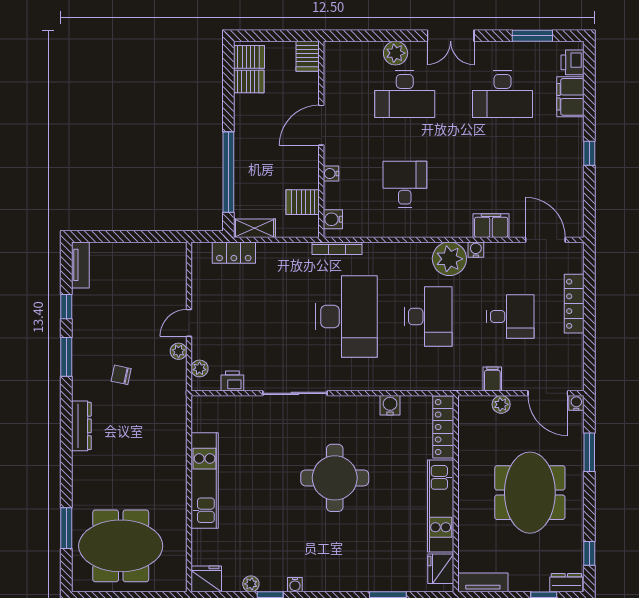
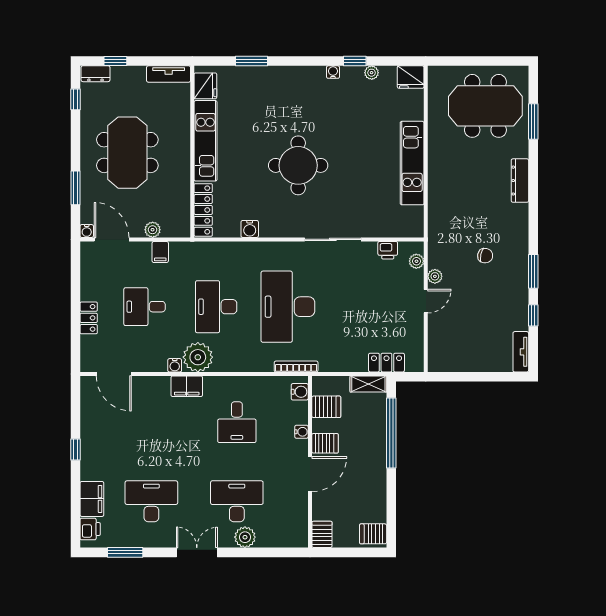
server rack: (249, 82) -> (325, 443), moved, turned 180
filing cabinet: (491, 226) -> (187, 386), moved
locker: (574, 304) -> (89, 318), width x0.66
dresser: (81, 426) -> (520, 181), moved

